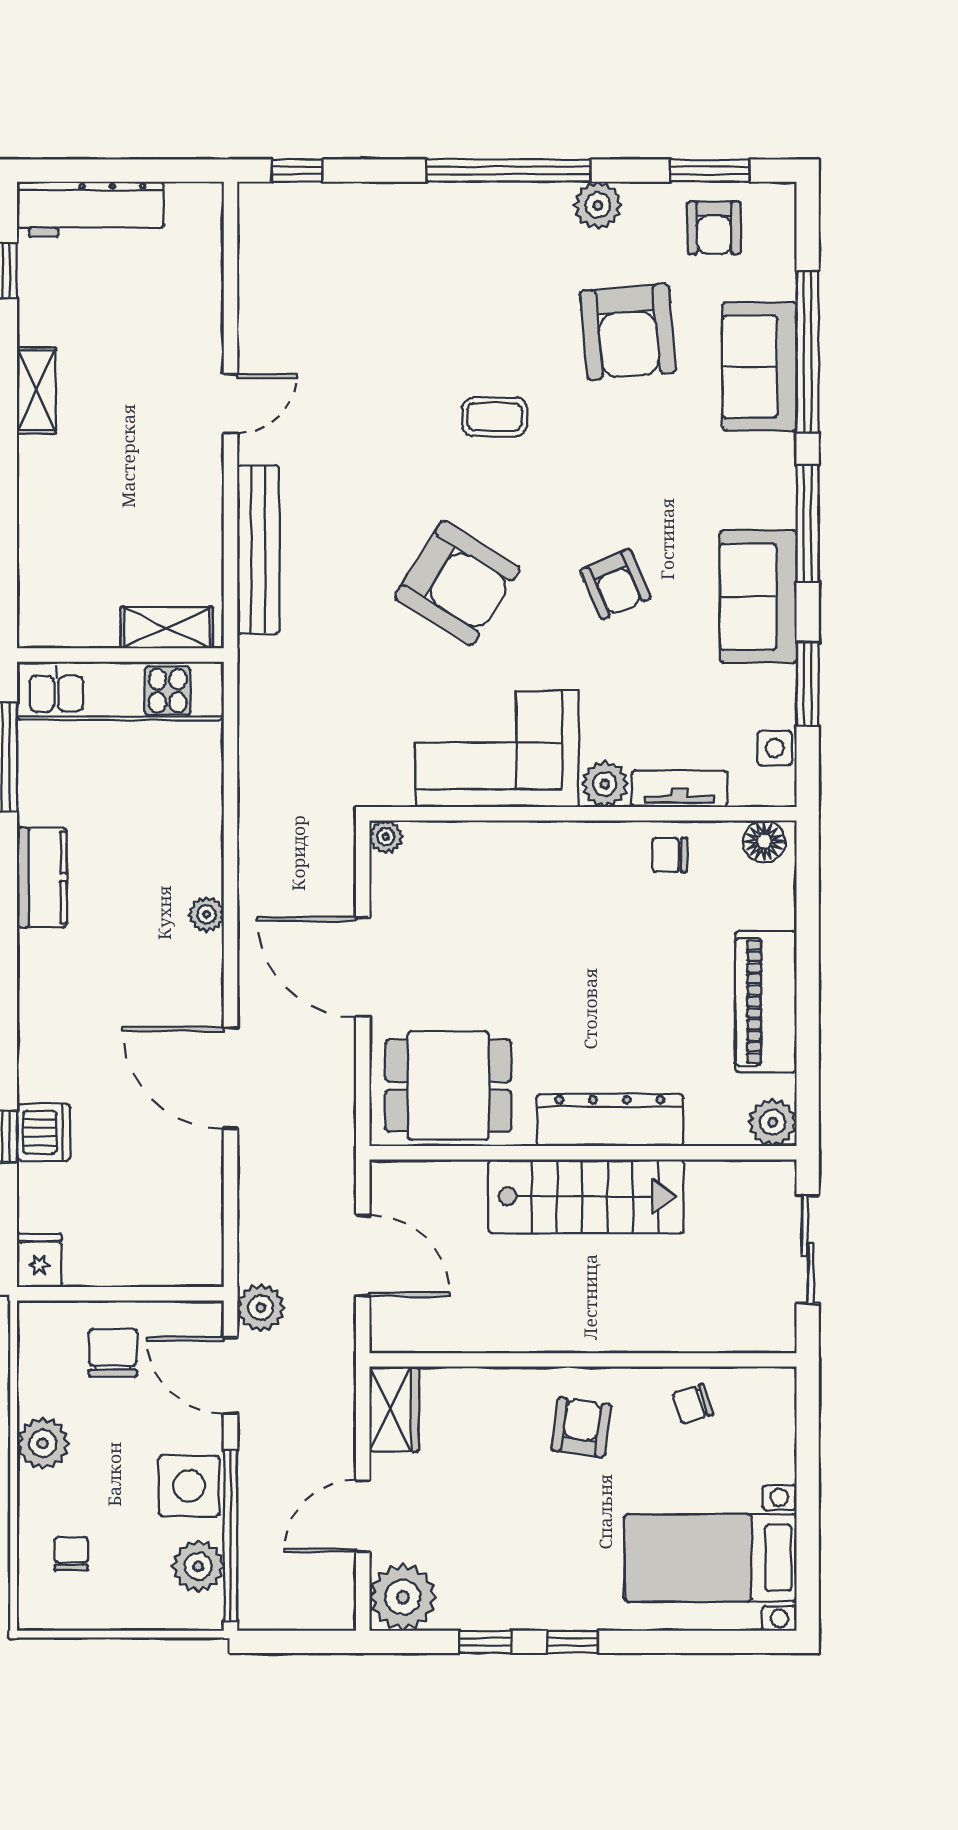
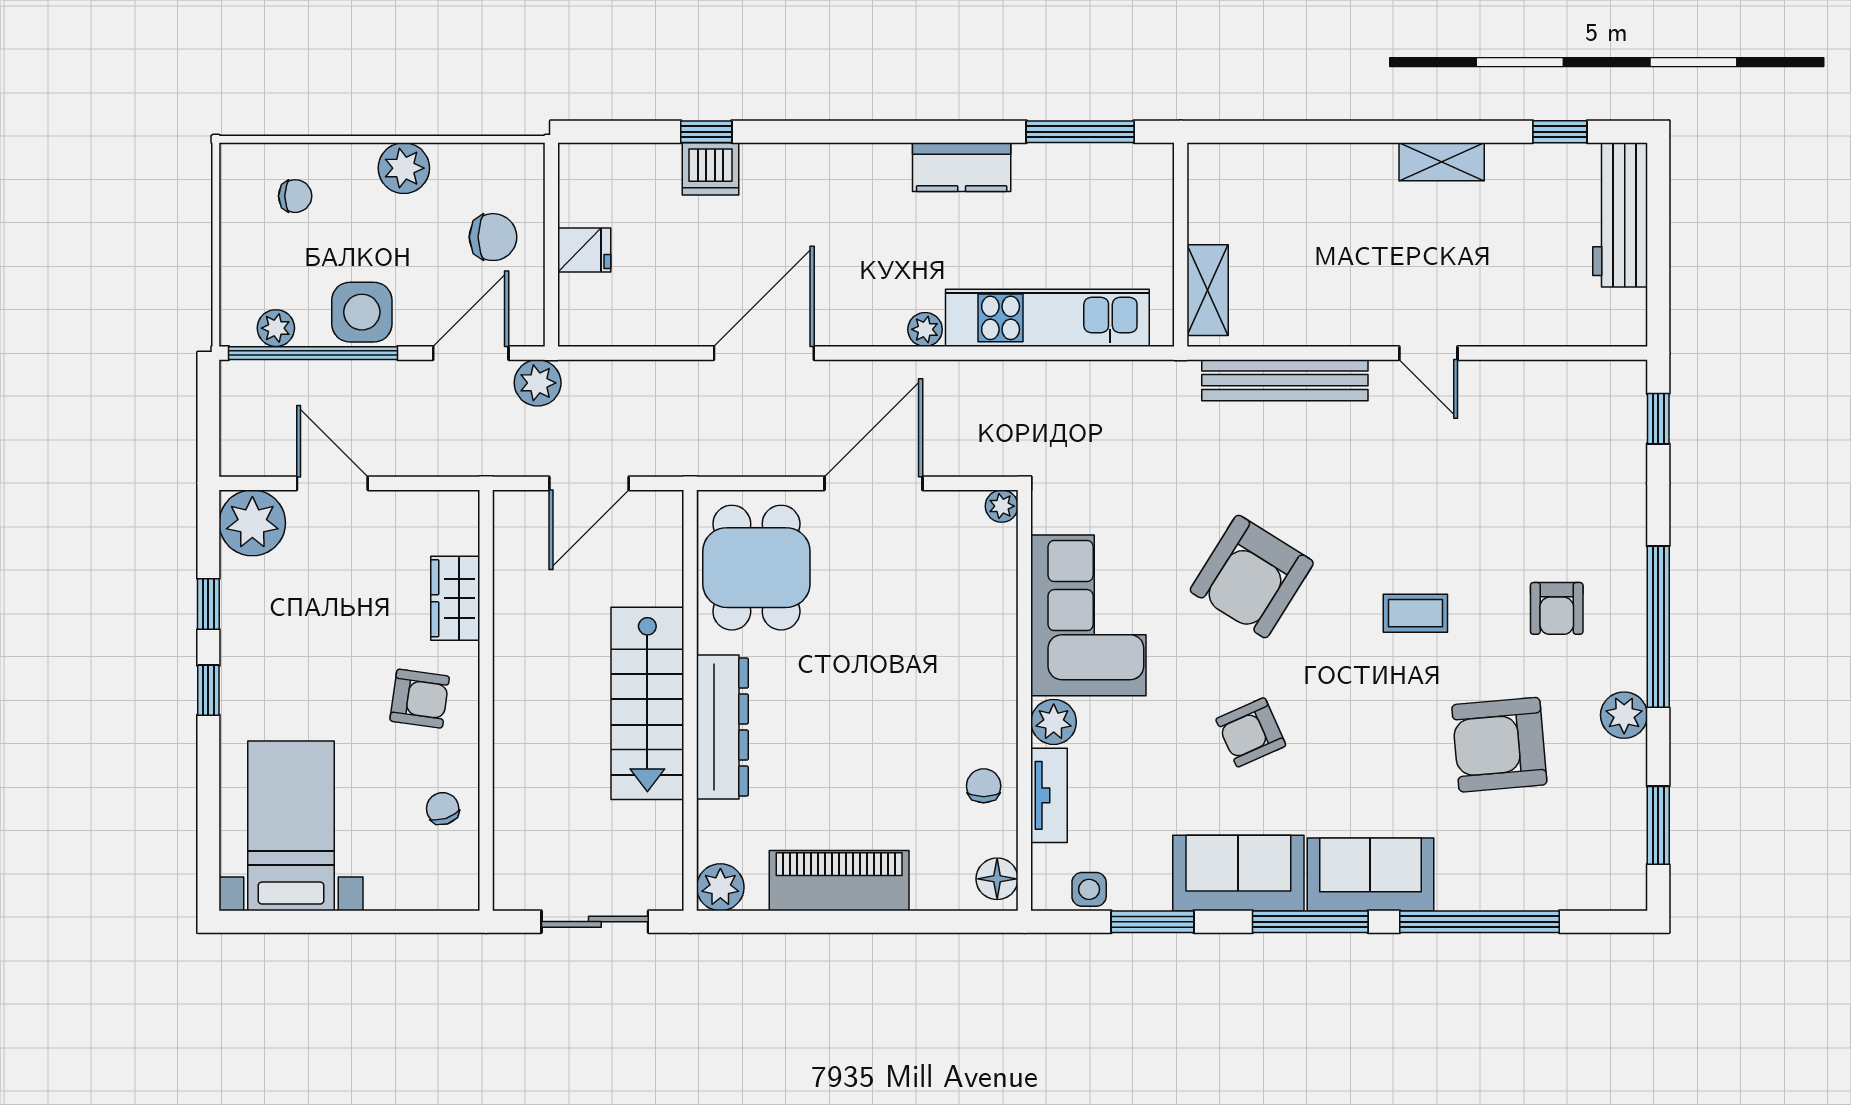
armchair: (714, 228) -> (1557, 608), moved, turned -90
sofa: (759, 367) -> (1370, 874), moved
coffee table: (494, 417) -> (1415, 613), turned 90
kitchen unit: (120, 691) -> (1047, 318), moved, turned 90
fridge: (39, 1260) -> (584, 250), moved
wardrobe: (394, 1409) -> (455, 598), moved, turned 90
plant: (198, 1566) -> (276, 328), width x0.73, depth x0.73

